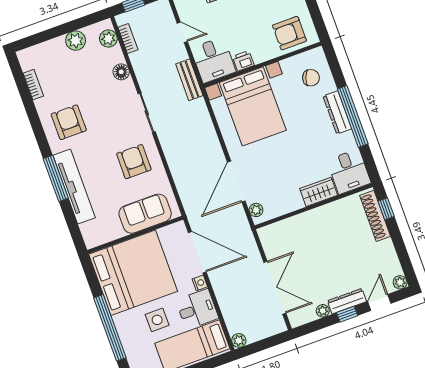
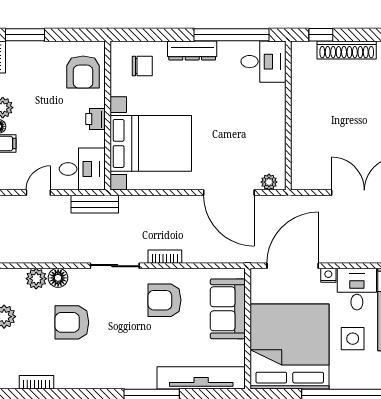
plant: (108, 38) -> (36, 279), moved
bookcase: (128, 39) -> (165, 257), moved
printer: (243, 61) -> (95, 119), moved
chair: (311, 78) -> (142, 66), turned 70
window: (353, 116) -> (231, 35), moved
armchair: (69, 122) -> (72, 322), moved
tv unit: (74, 187) -> (201, 378), moved
wardrobe: (319, 192) -> (274, 104), removed
shoe rack: (375, 216) -> (347, 50), moved

